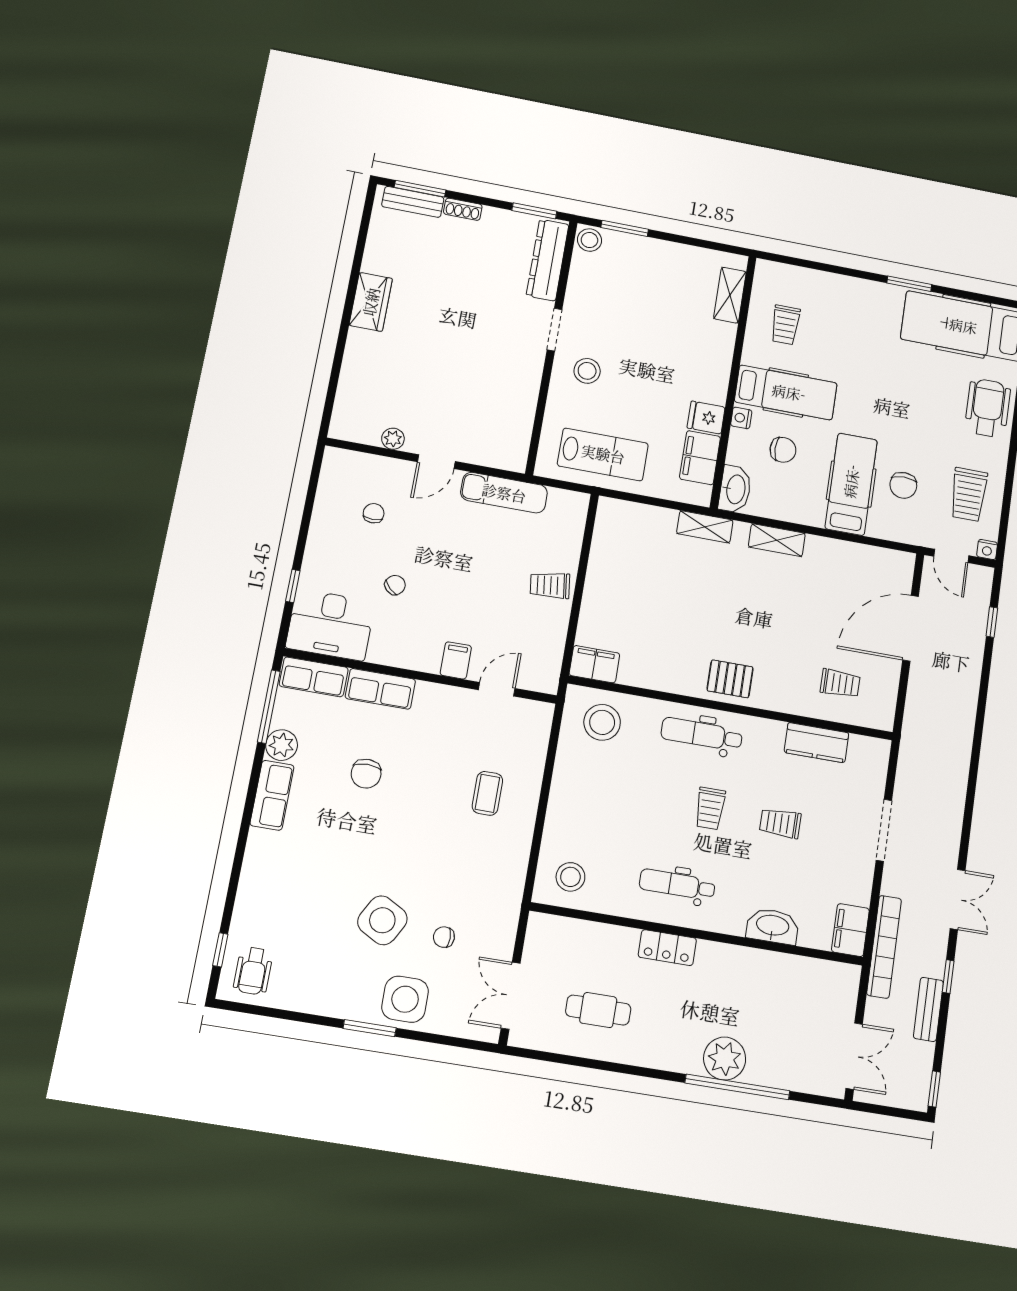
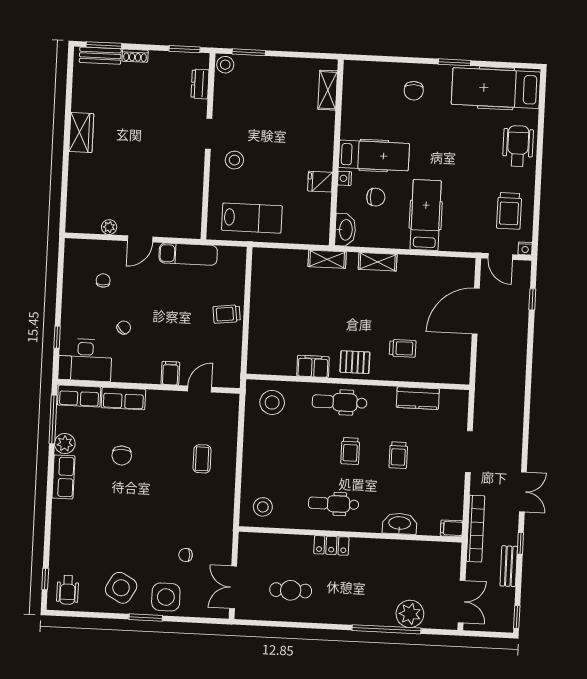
dresser: (548, 260) -> (200, 84), width x0.51, depth x0.80
trolley: (785, 325) -> (369, 106), removed
filing cabinet: (700, 458) -> (319, 211), removed
chair: (903, 485) -> (414, 91), moved
filing cabinet: (594, 664) -> (313, 366), moved
trolley: (840, 683) -> (403, 348), moved
trolley: (780, 823) -> (398, 455), turned -90
side table: (382, 920) -> (121, 588), moved
filing cabinet: (850, 930) -> (452, 528), width x0.50
plant: (725, 1059) -> (410, 614), moved

